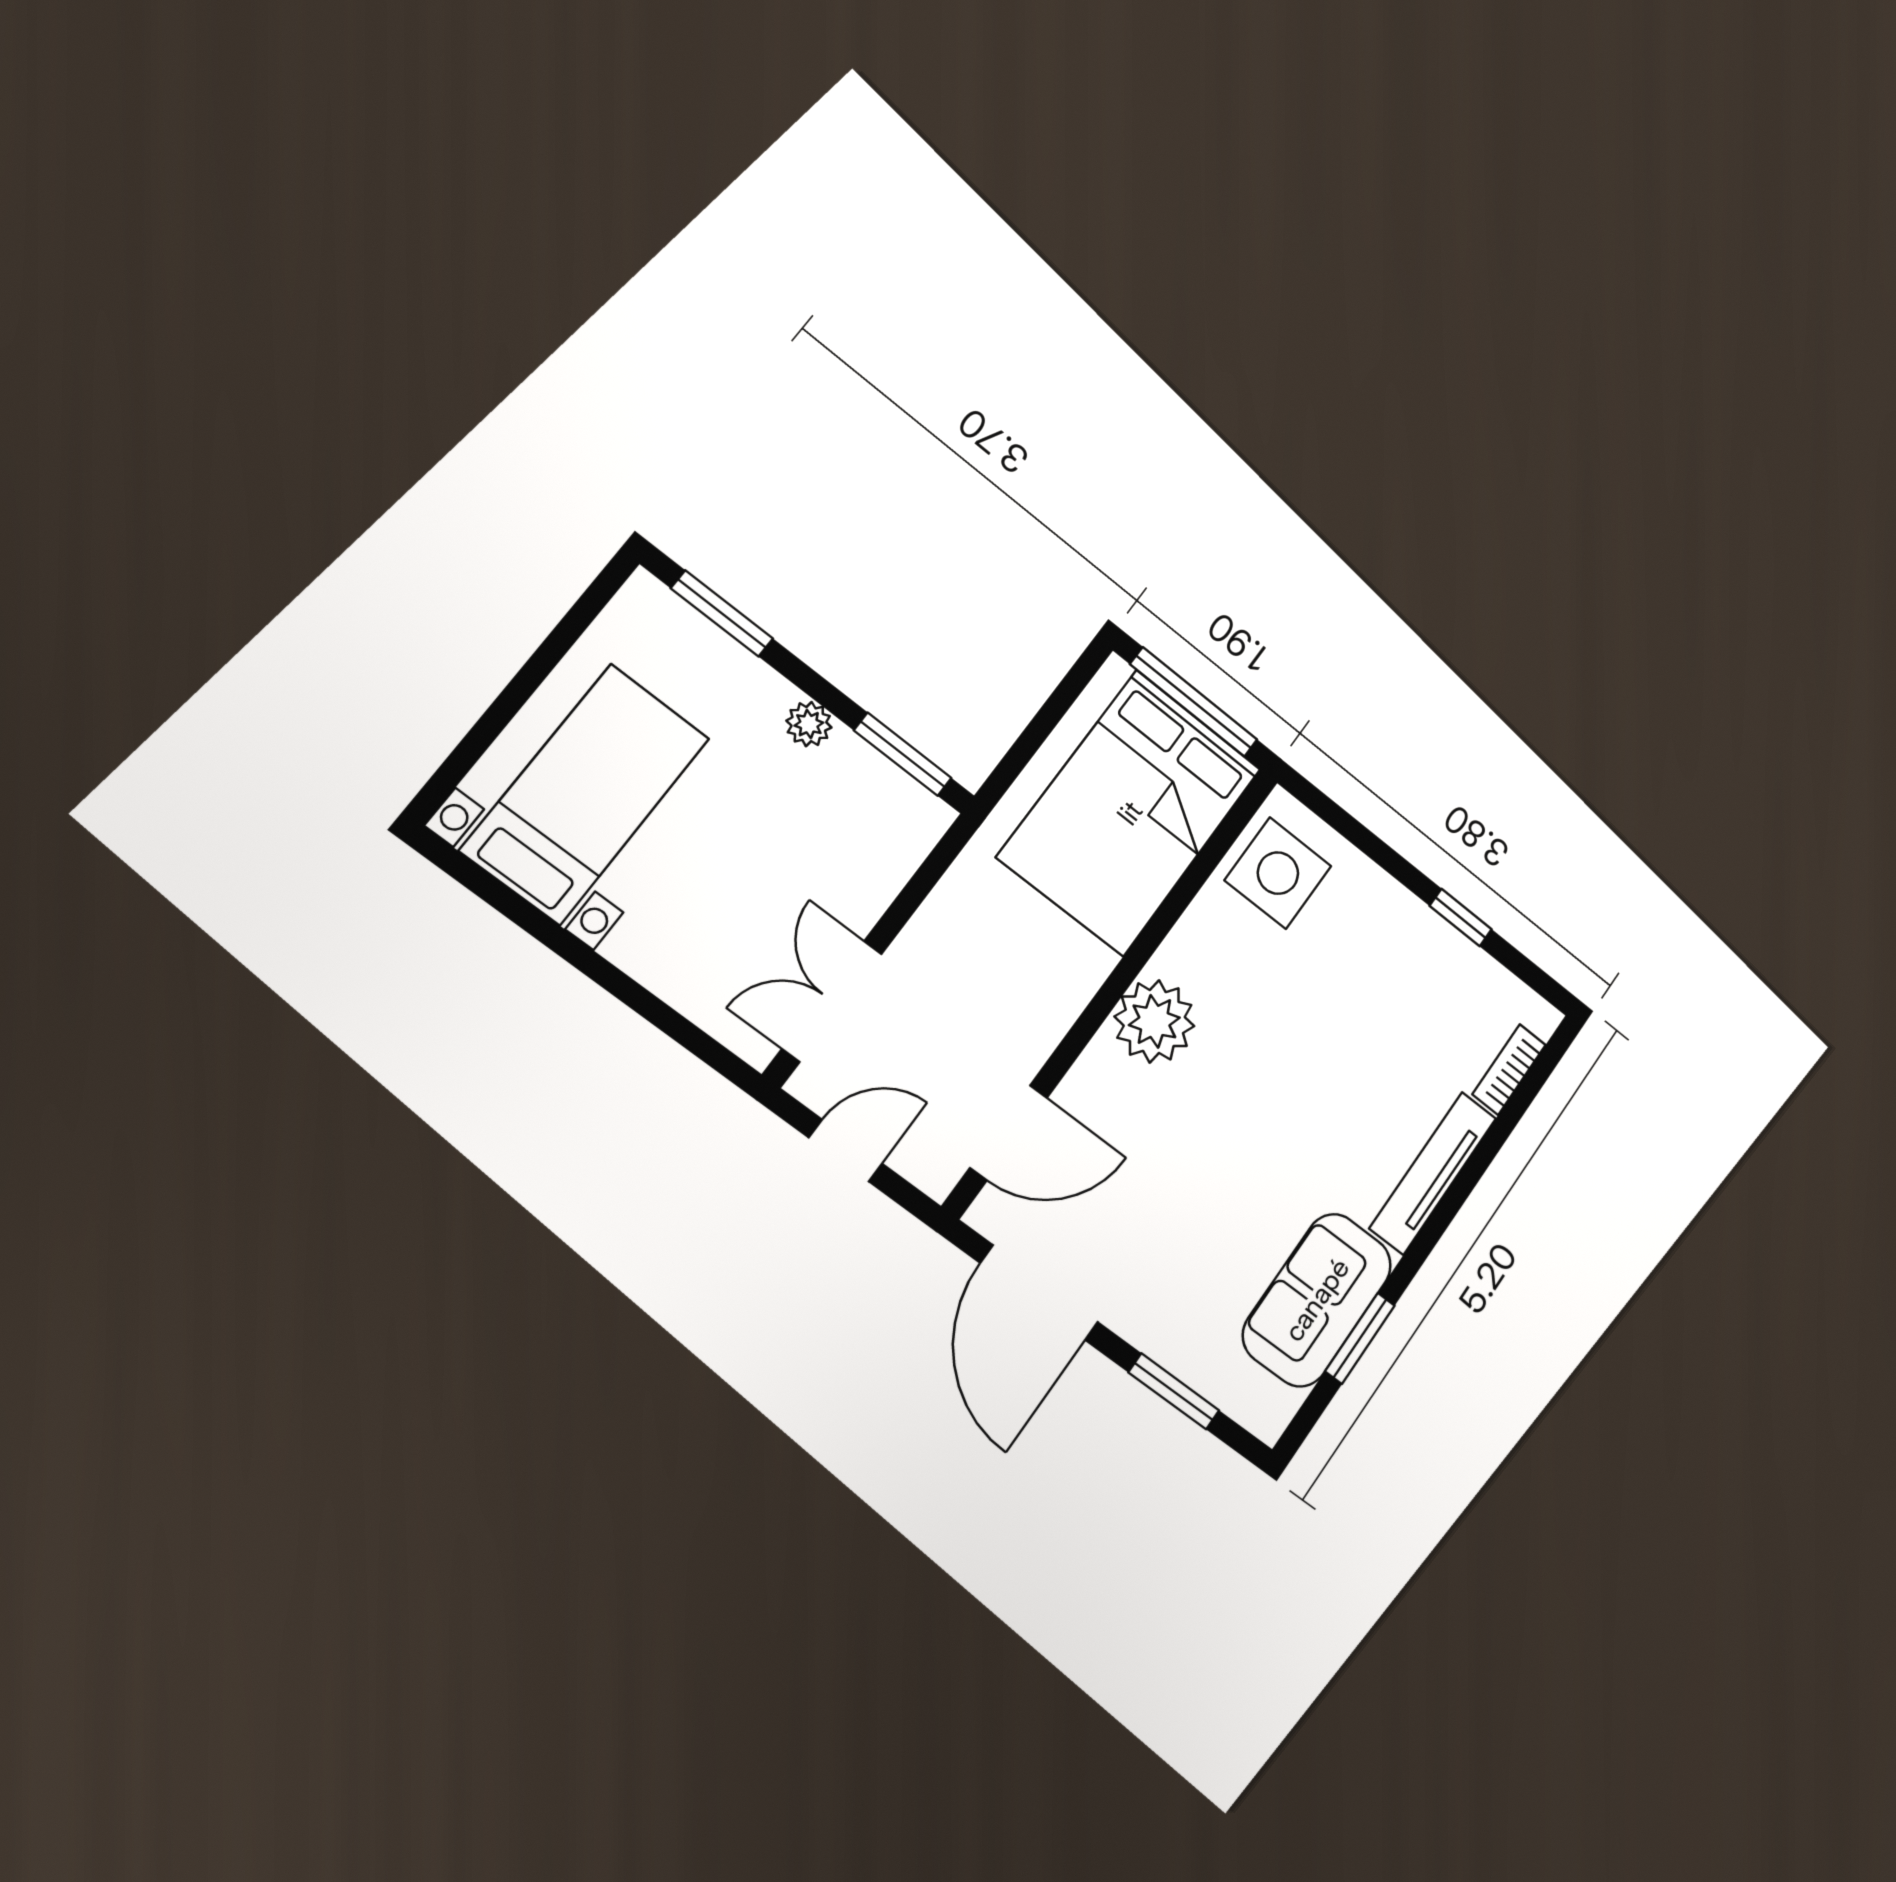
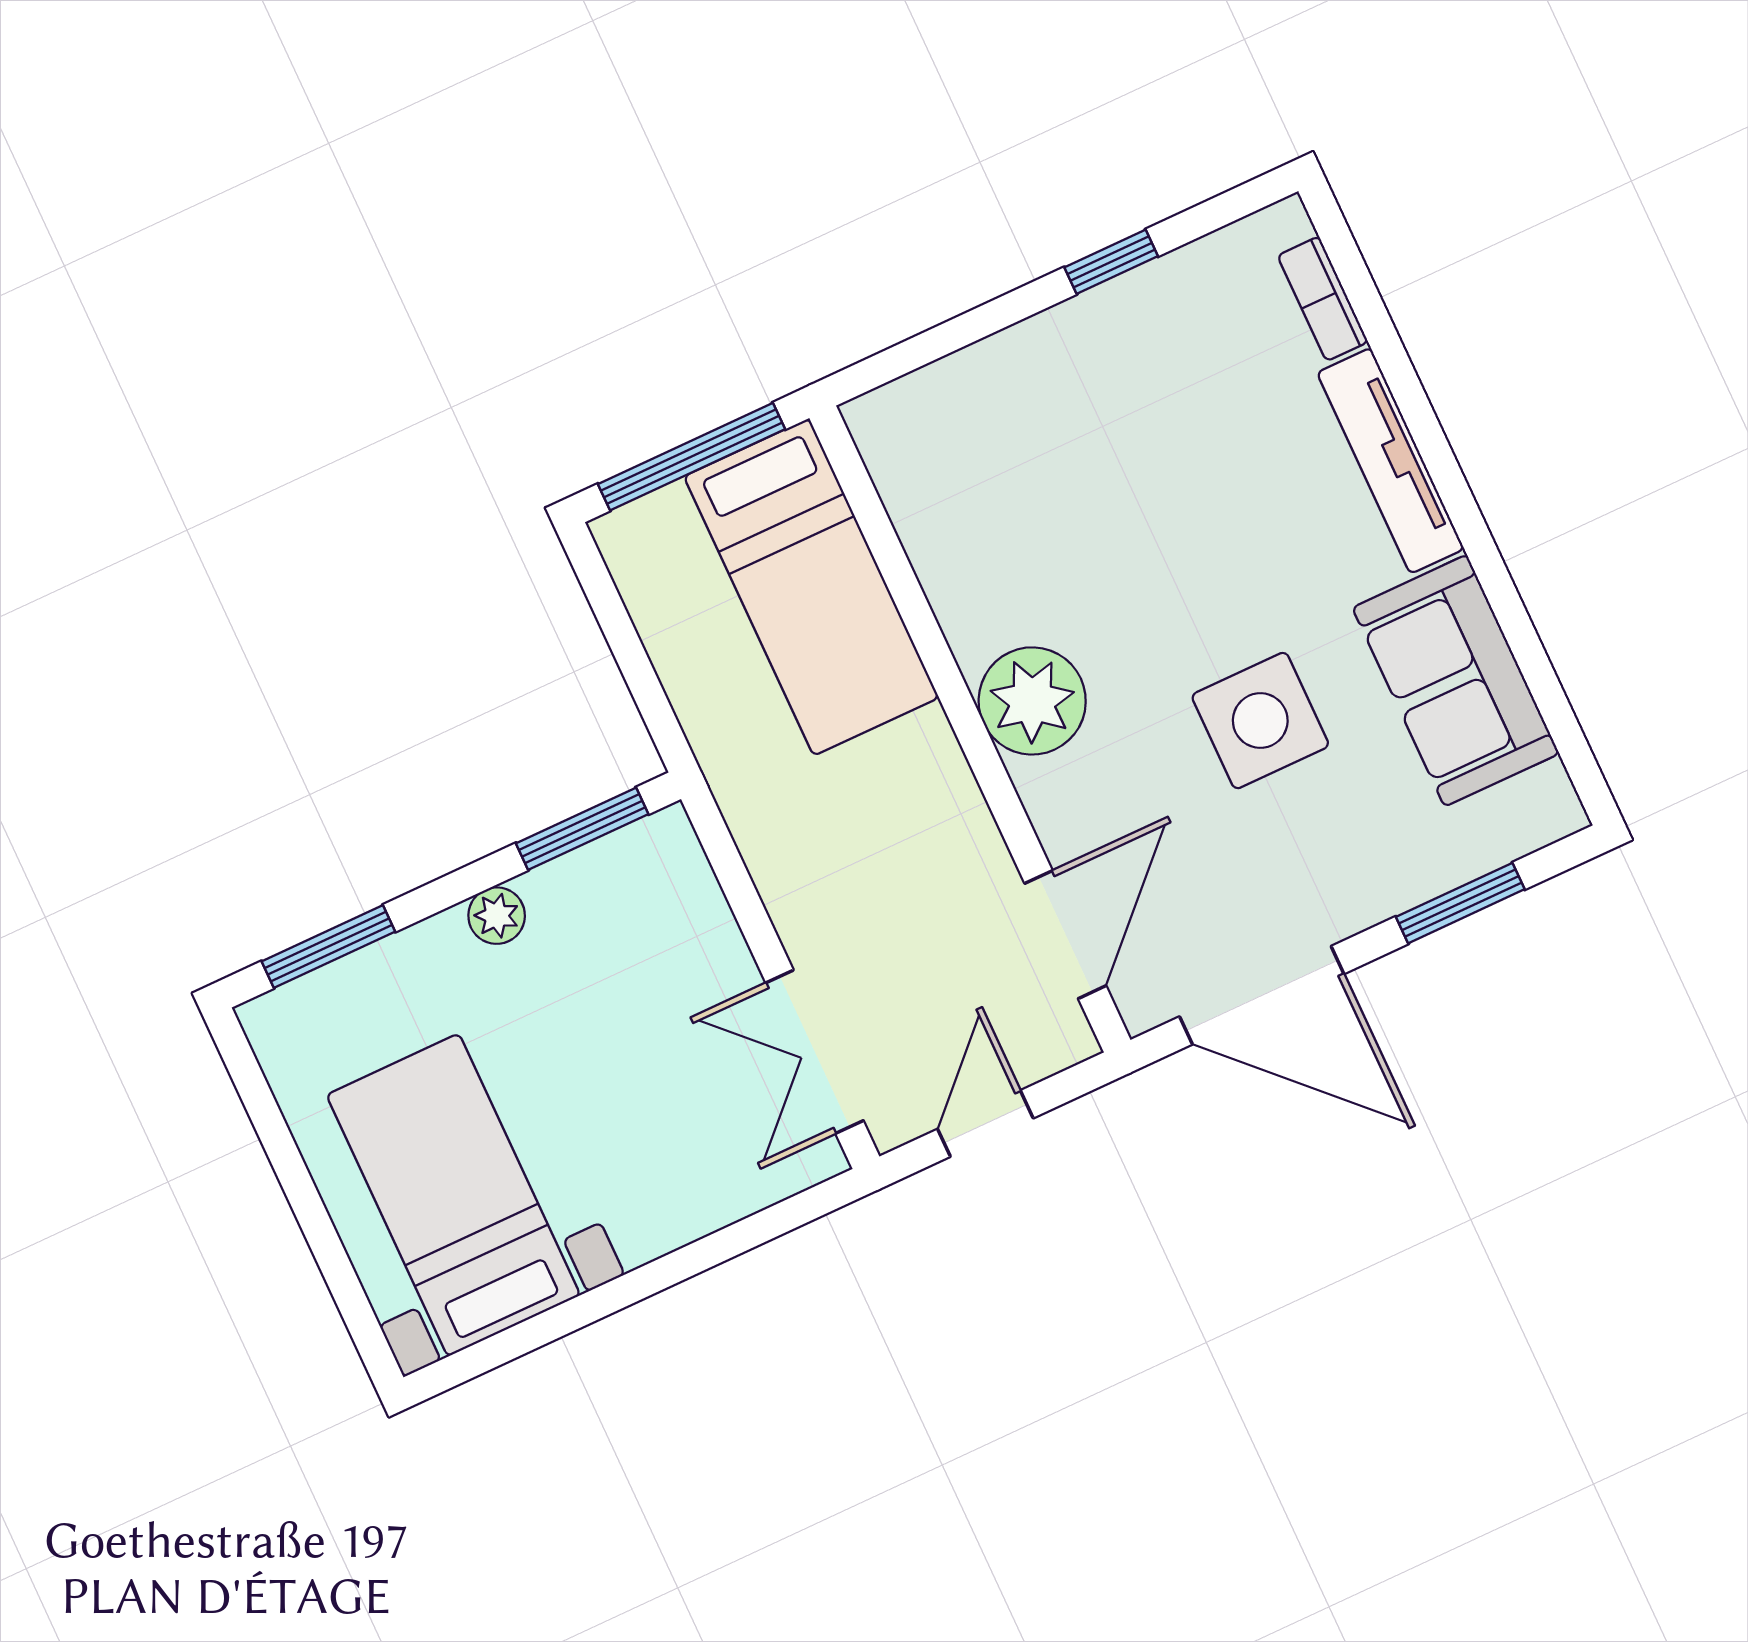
bed: (1130, 813) -> (811, 587), width x0.67
side table: (1278, 873) -> (1260, 721), moved
window: (1360, 1338) -> (1529, 654), removed

